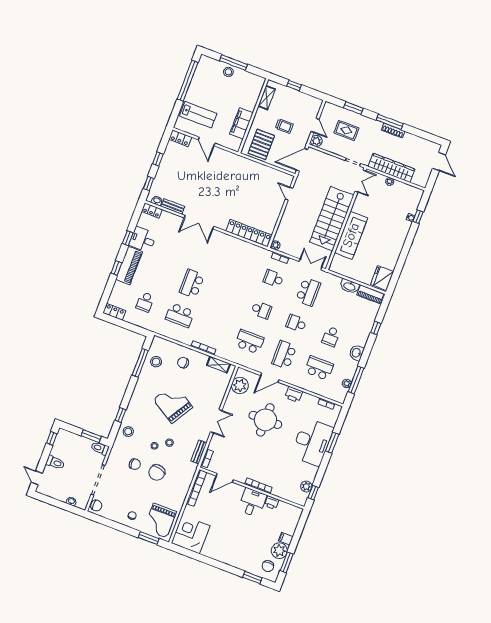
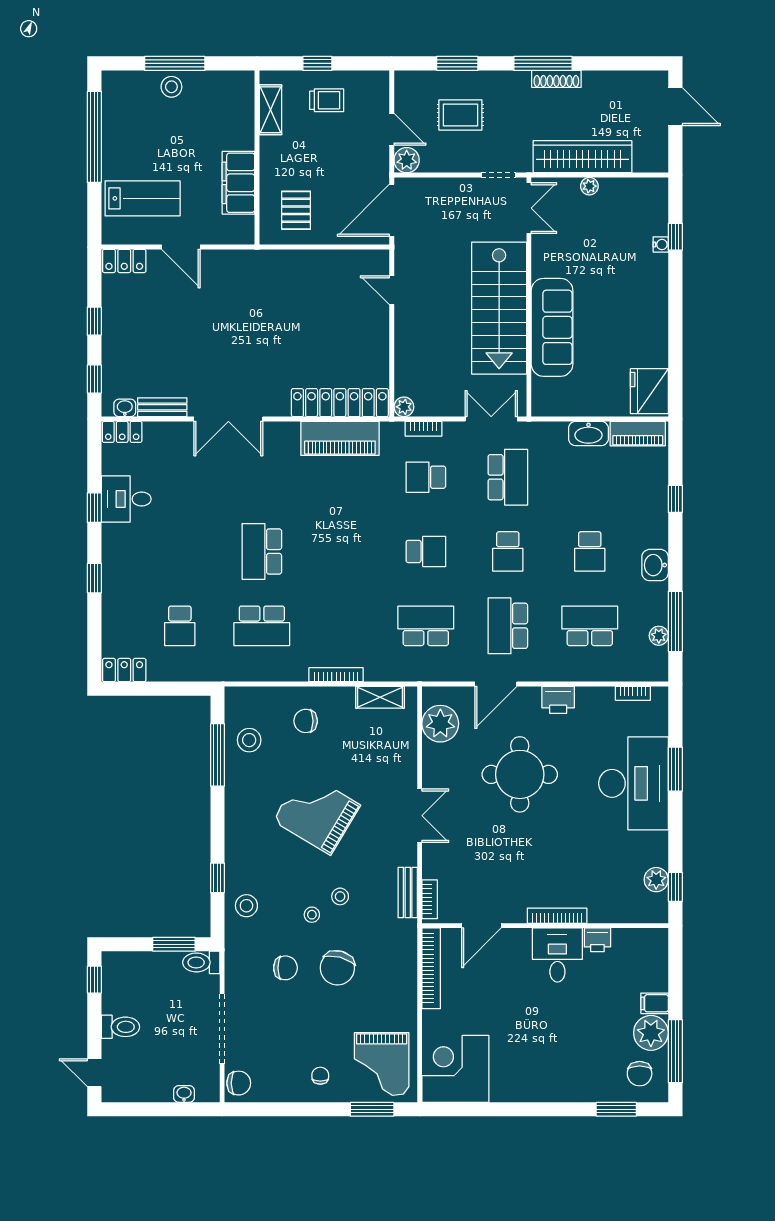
trolley: (284, 126) -> (327, 100), moved
pallet: (261, 144) -> (296, 210), width x0.67, depth x0.71
piano: (129, 265) -> (340, 438), moved, turned 90
school desk: (296, 323) -> (508, 551), turned -90
window: (287, 562) -> (675, 1051), width x1.44

